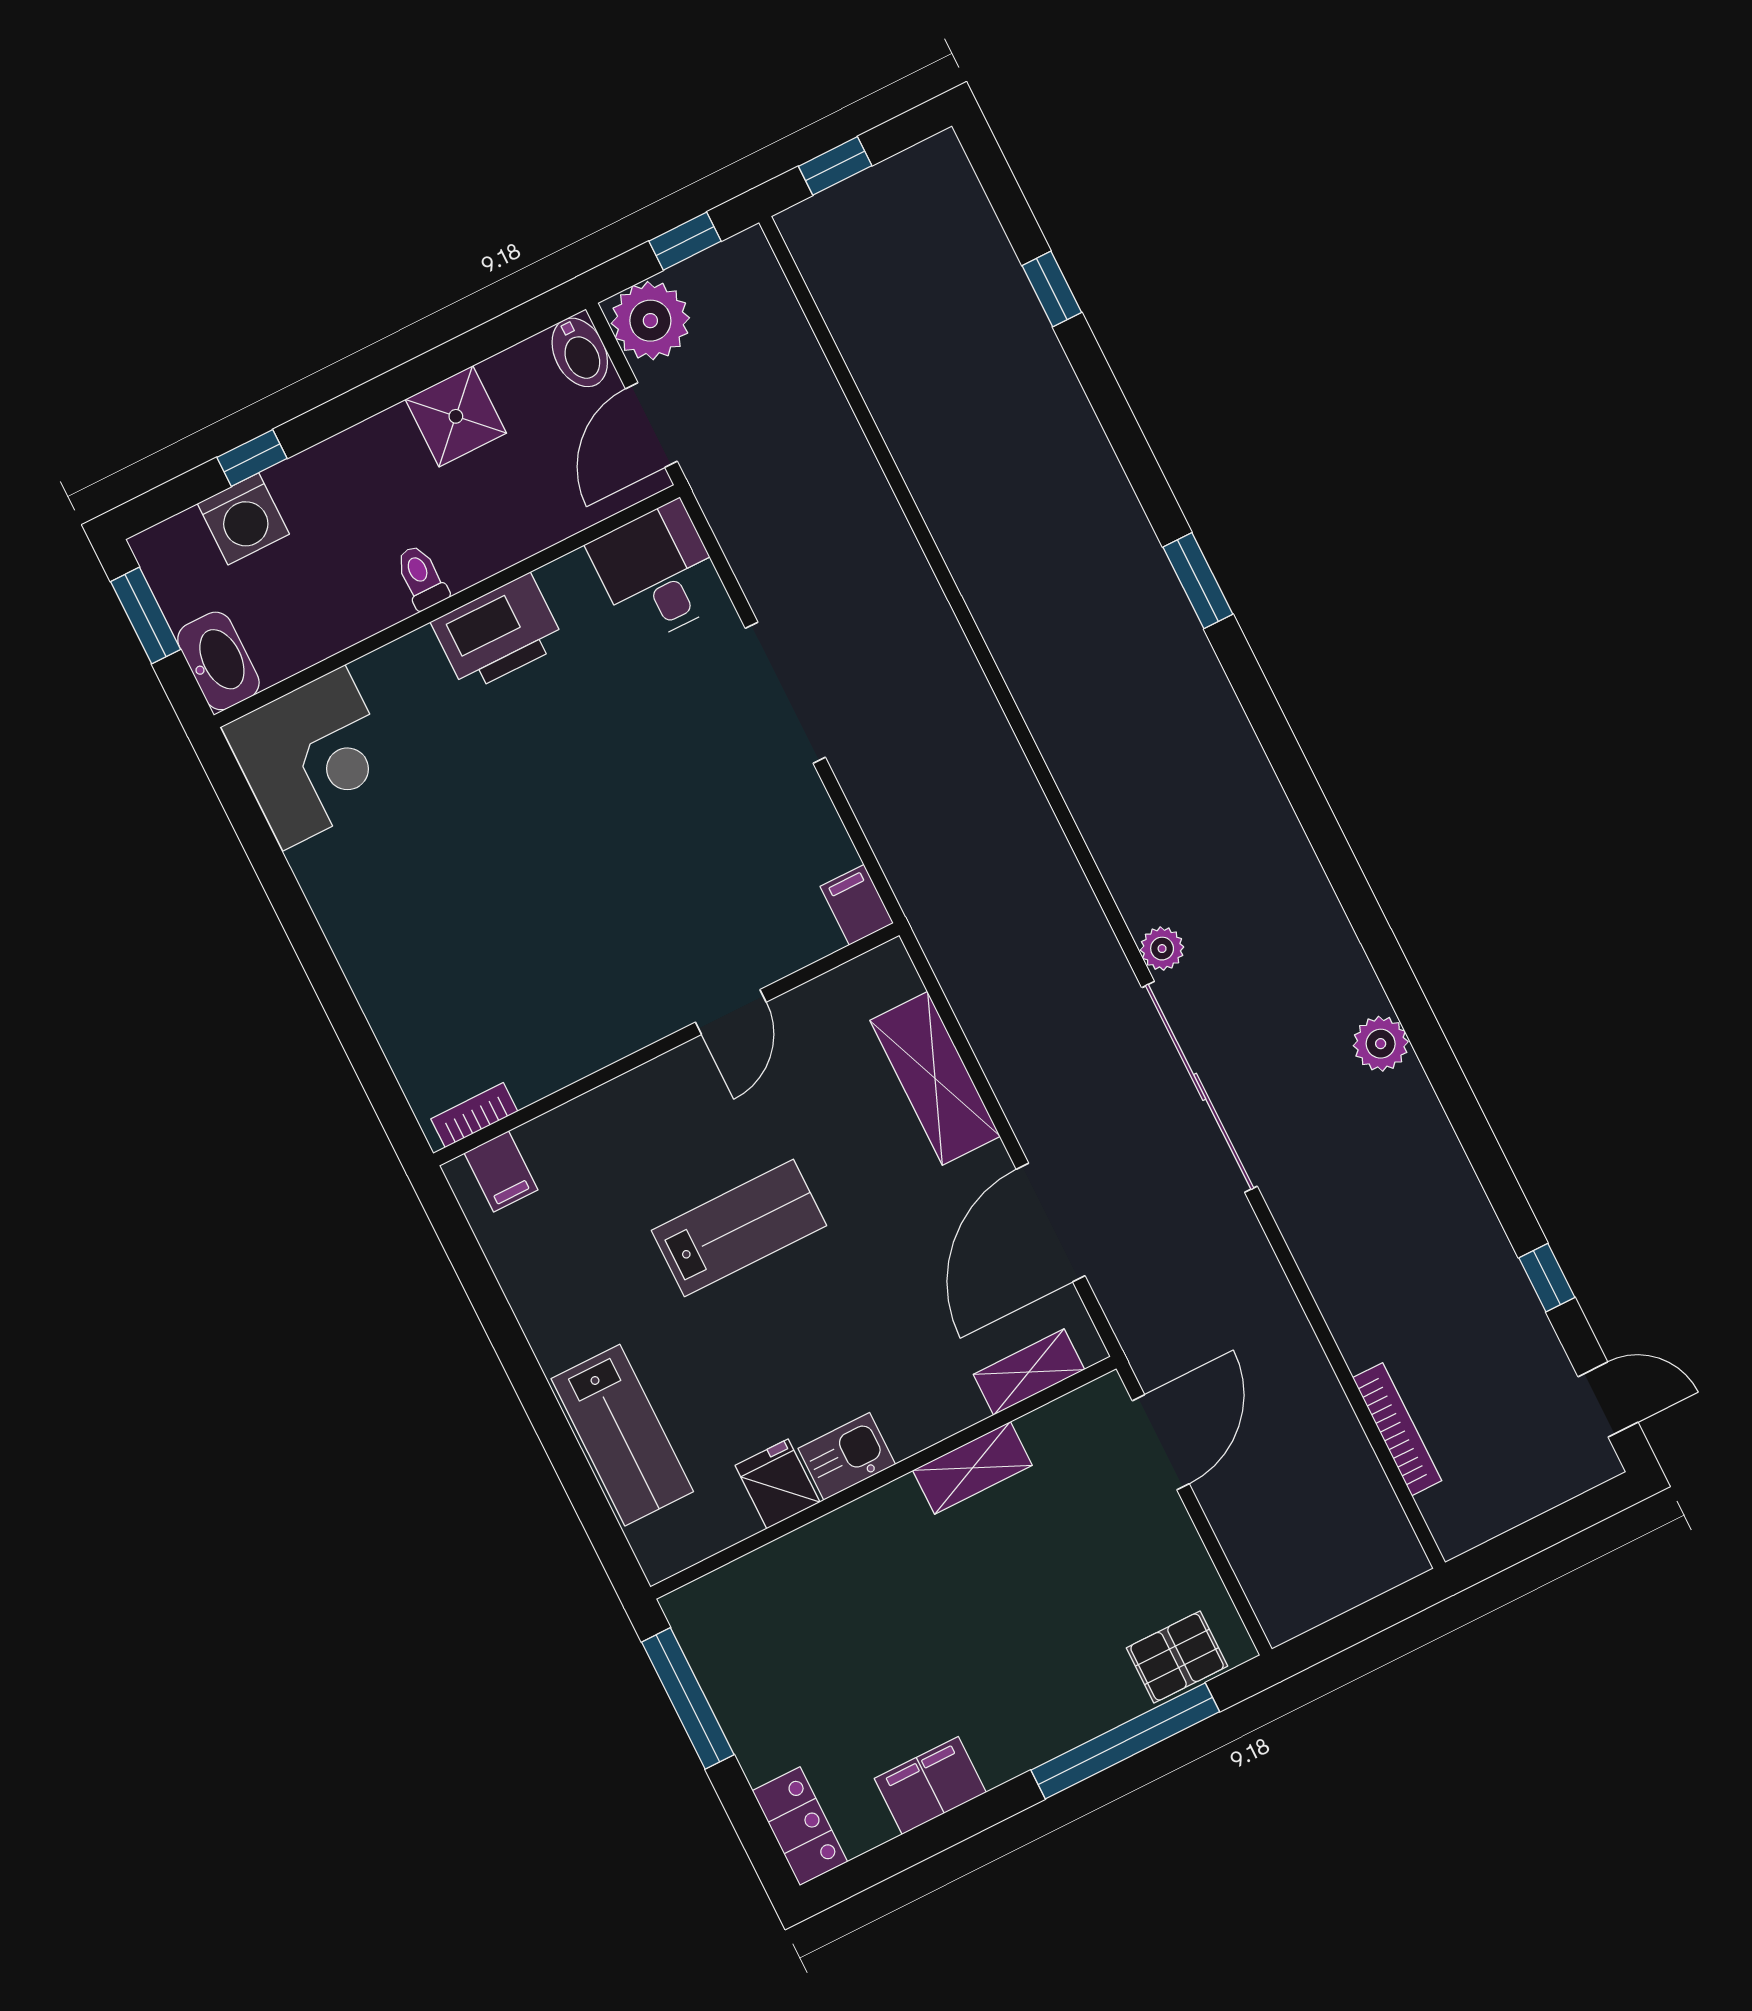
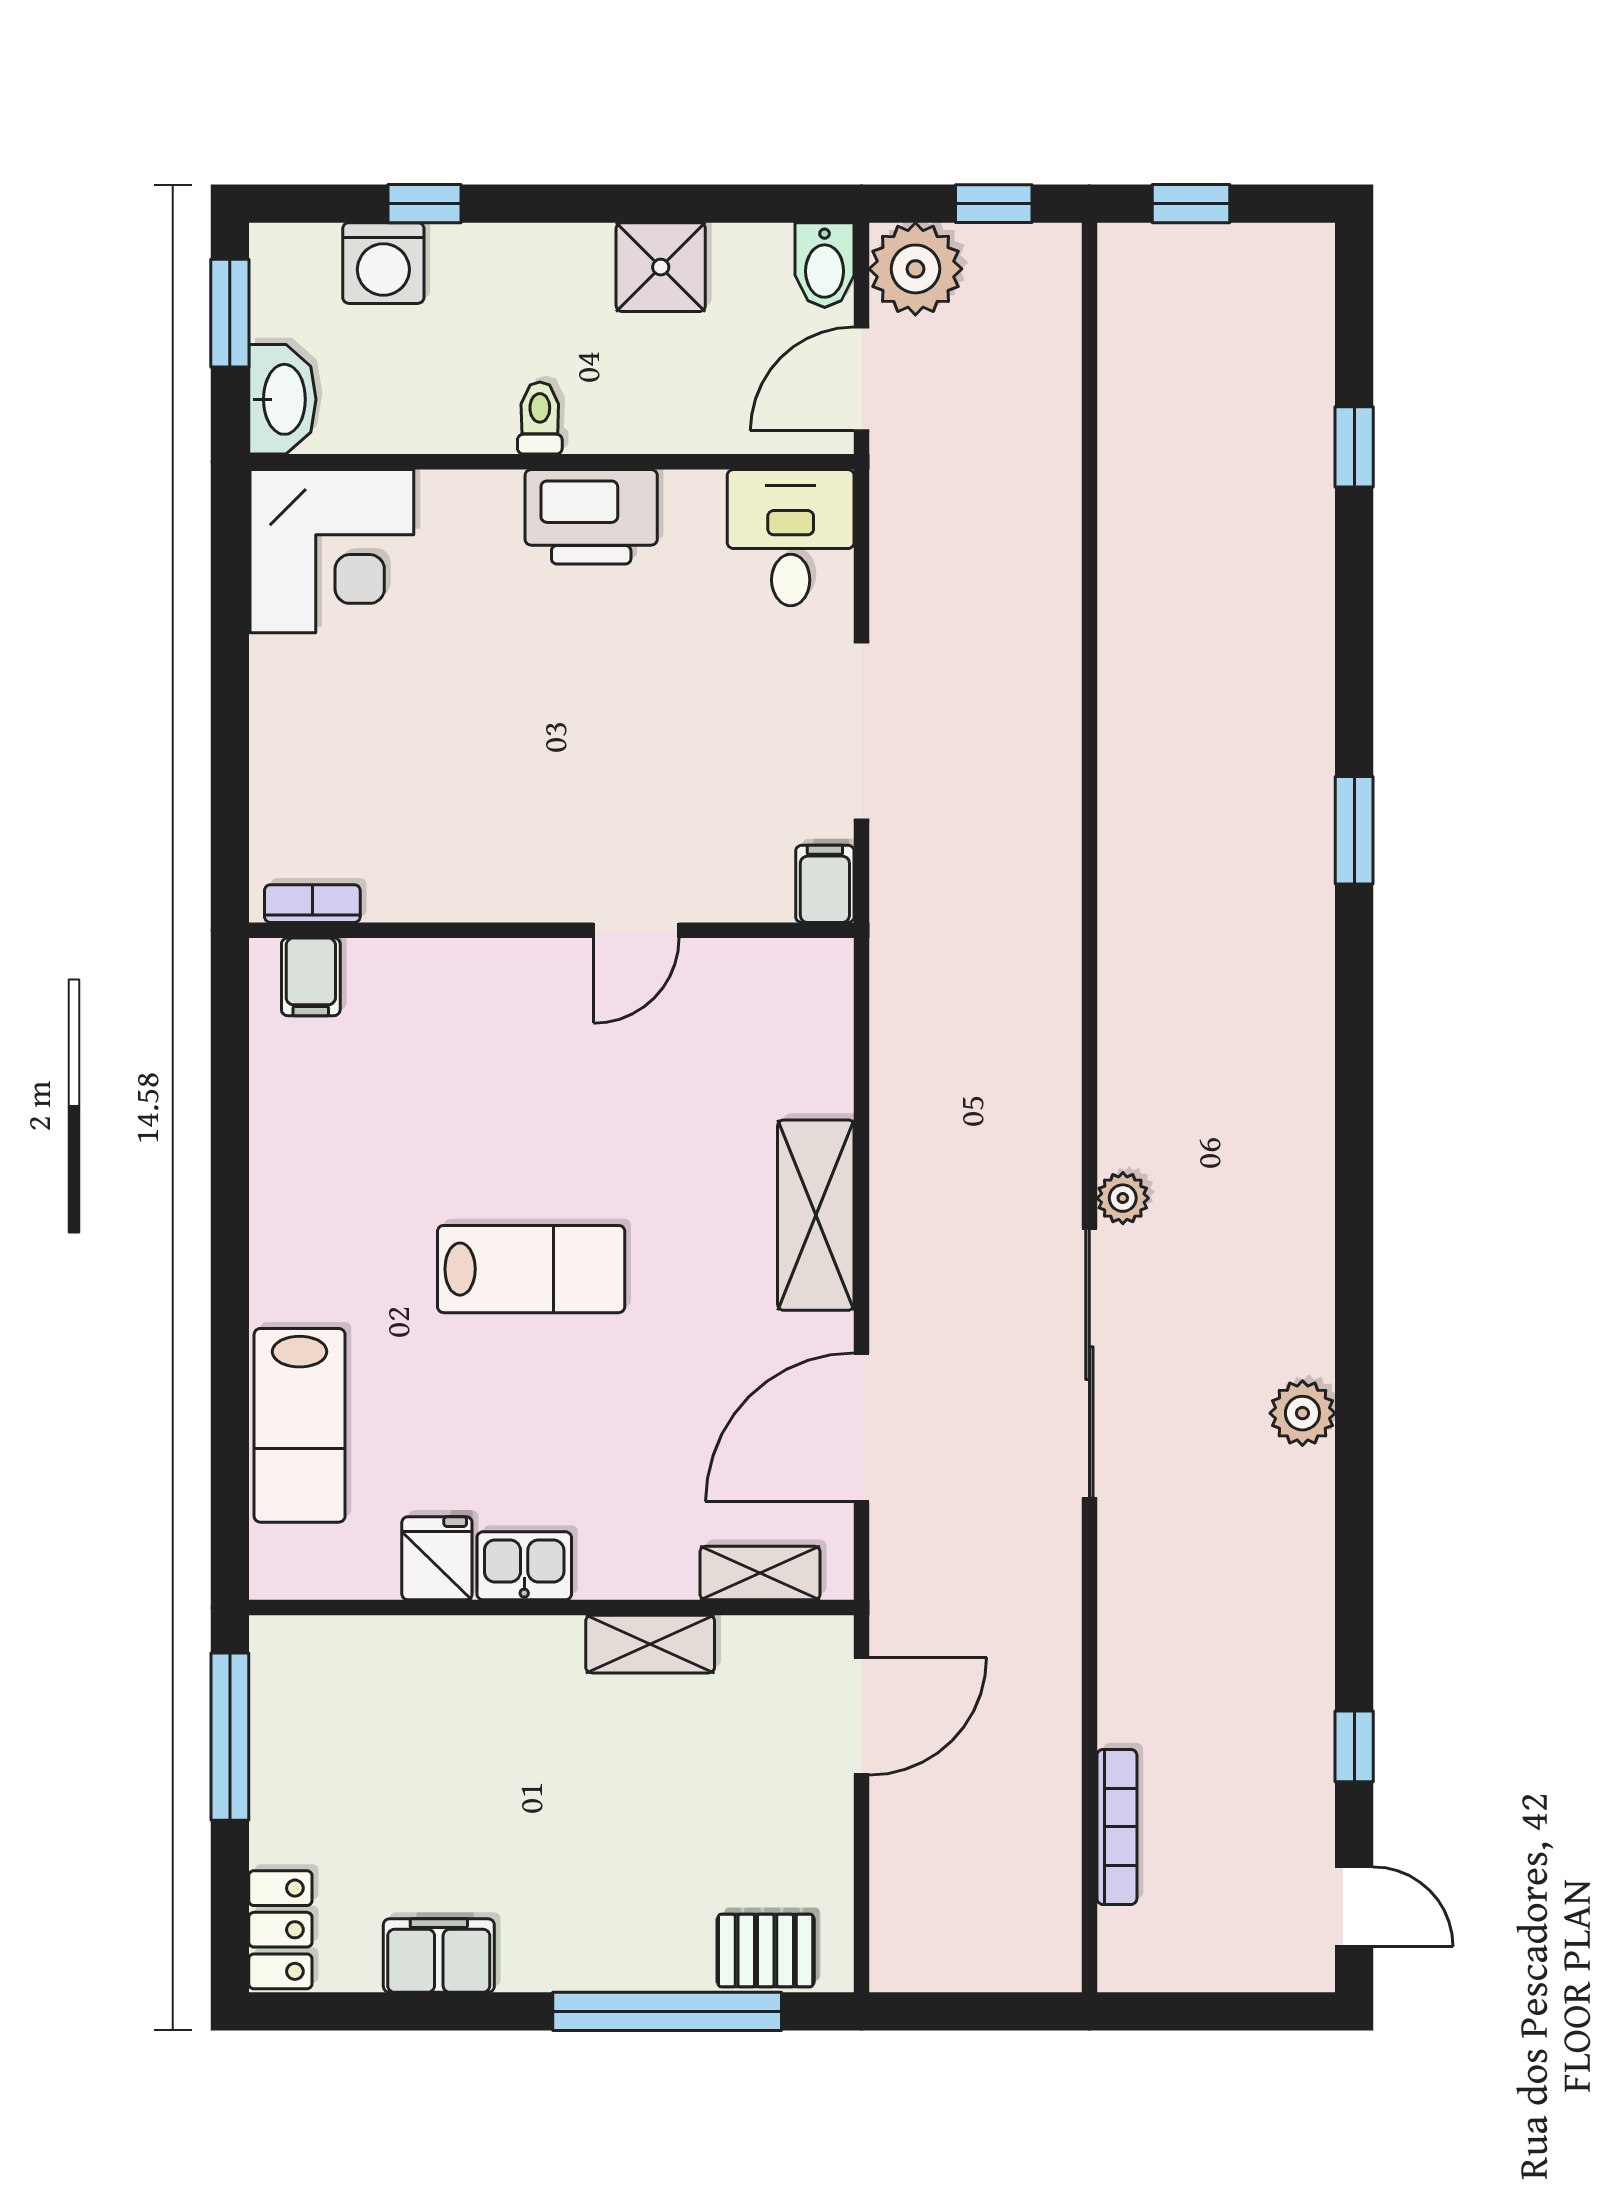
filing cabinet: (857, 905) -> (825, 884), moved
door: (731, 1012) -> (636, 930), moved
wall: (666, 1044) -> (551, 930), moved
bookcase: (474, 1115) -> (312, 904), moved
filing cabinet: (501, 1171) -> (311, 977), moved

